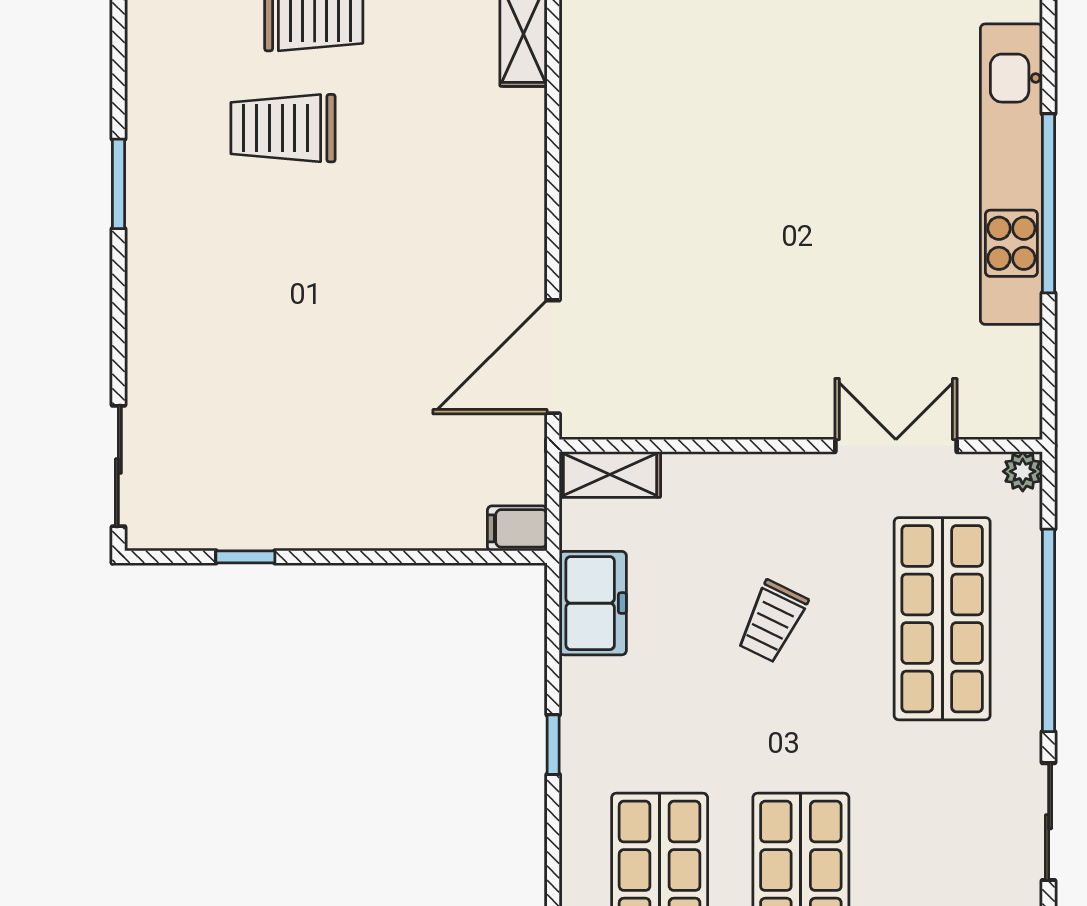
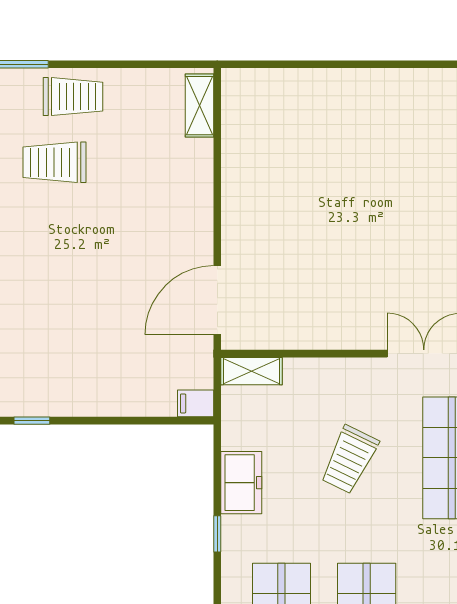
freezer: (593, 603) -> (241, 483), moved
trolley: (772, 621) -> (349, 460), width x1.36, depth x1.39

